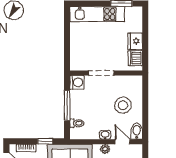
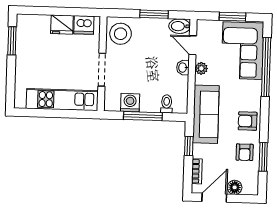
kitchen unit: (97, 14) -> (62, 100), moved, turned -90
washing machine: (77, 82) -> (130, 103), moved
stool: (123, 105) -> (121, 34), moved
window: (145, 111) -> (154, 14), added
door: (122, 142) -> (193, 45), hinge flipped

